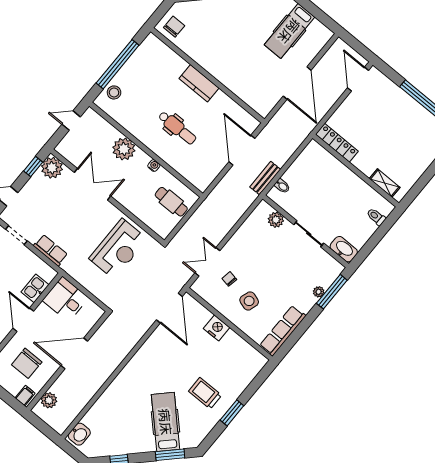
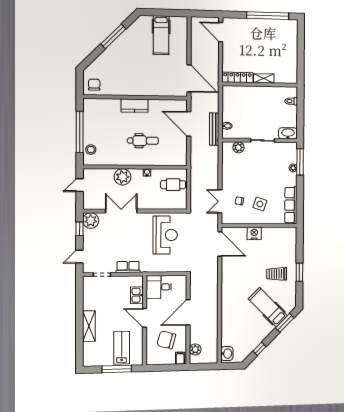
door: (297, 83) -> (189, 78), moved
bench: (265, 178) -> (214, 129), width x1.36
shelving: (385, 183) -> (264, 78), moved
chair: (27, 363) -> (166, 340), turned 105

